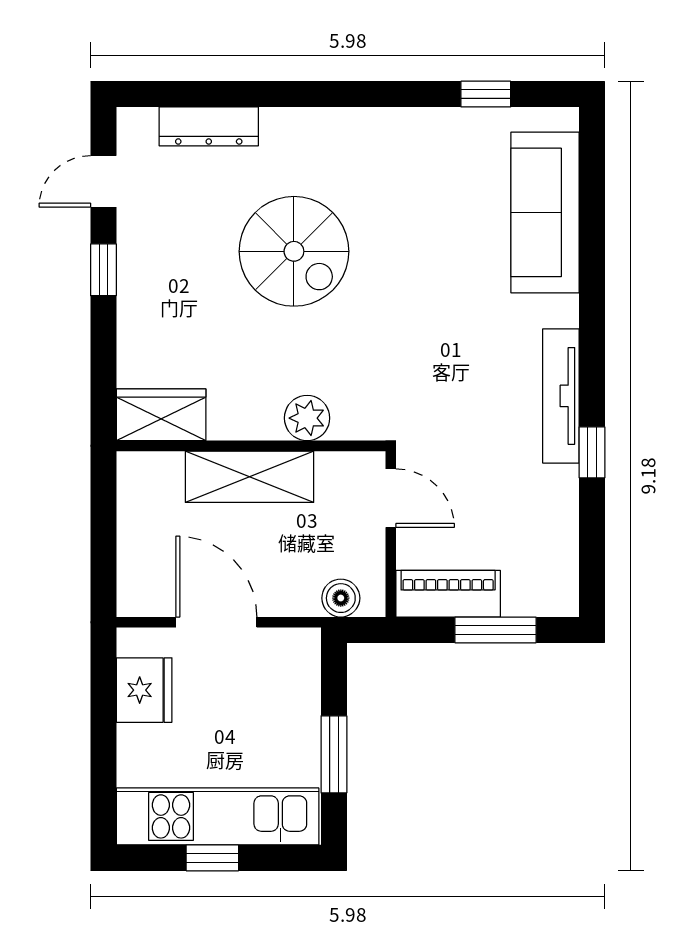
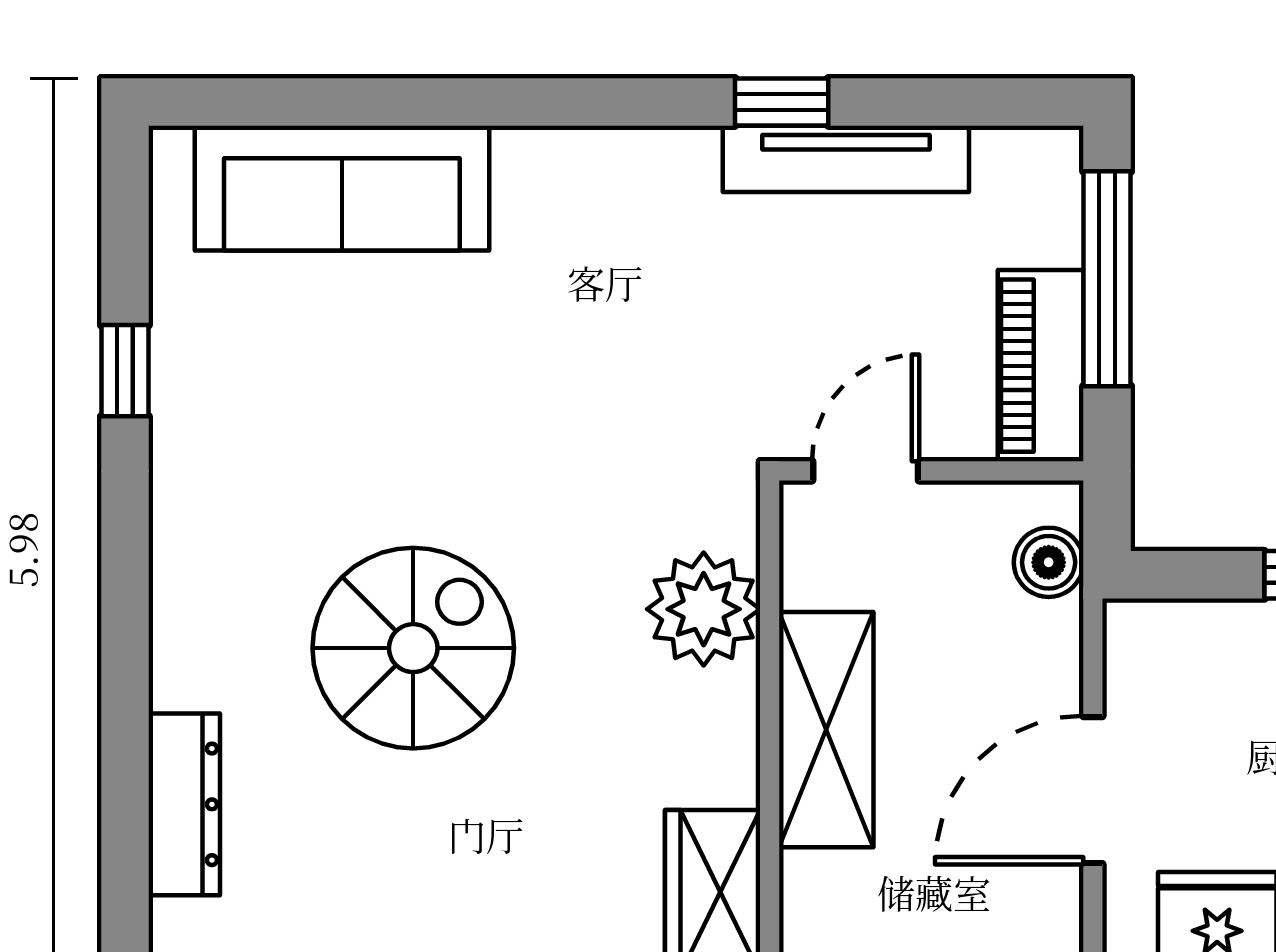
window: (486, 94) -> (125, 371), moved
tv unit: (561, 396) -> (846, 159), moved
plant: (307, 418) -> (704, 609), width x1.36, depth x1.36
window: (496, 630) -> (1107, 279), width x1.44

